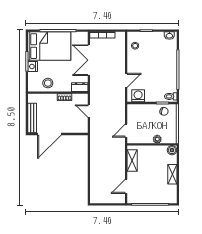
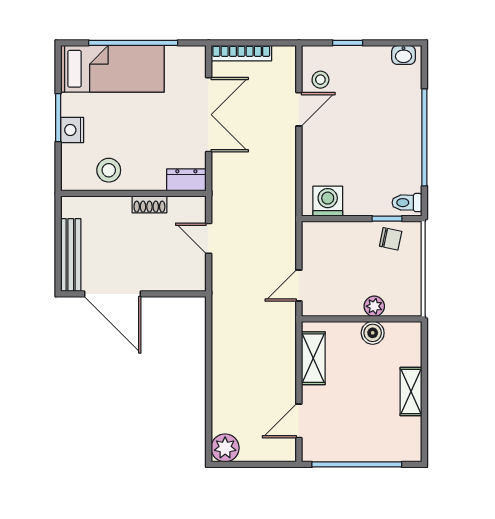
bed: (49, 46) -> (112, 69), width x0.67
double door: (89, 60) -> (209, 115), swing flipped
door: (126, 80) -> (299, 109), moved
door: (49, 134) -> (113, 294), hinge flipped
boiler: (172, 150) -> (373, 333), moved
plant: (96, 198) -> (225, 448), added

